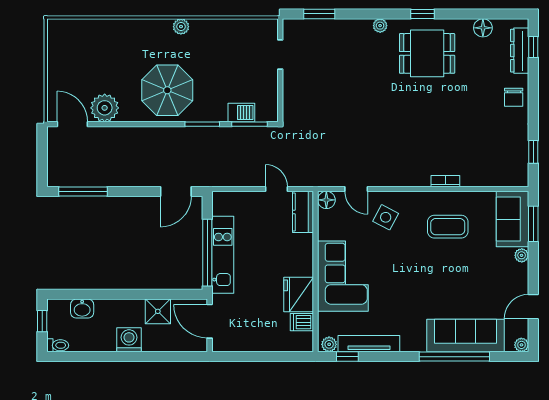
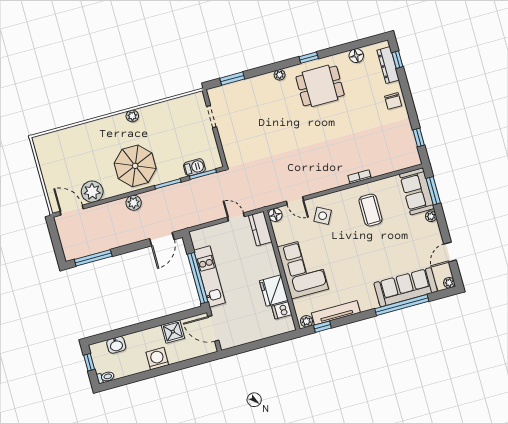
plant: (153, 136) -> (134, 203), added
coffee table: (448, 227) -> (370, 210), turned 90

